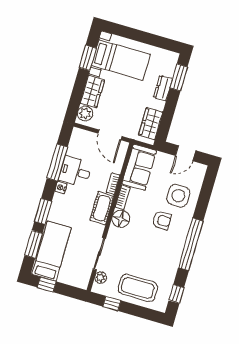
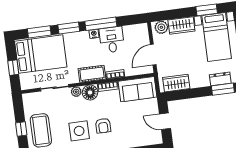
dresser: (163, 88) -> (220, 79), moved
window: (57, 162) -> (101, 24), moved
side table: (178, 196) -> (79, 131), moved
bed: (52, 251) -> (41, 54), width x1.50
plant: (101, 278) -> (76, 92), moved
window: (47, 284) -> (13, 68), moved
window: (112, 303) -> (21, 129), moved

